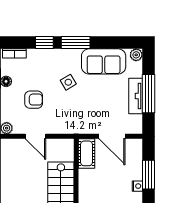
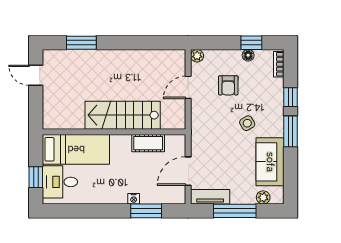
plant: (136, 55) -> (263, 197), moved
tv unit: (136, 96) -> (210, 197), moved
cot: (86, 153) -> (148, 143), moved

